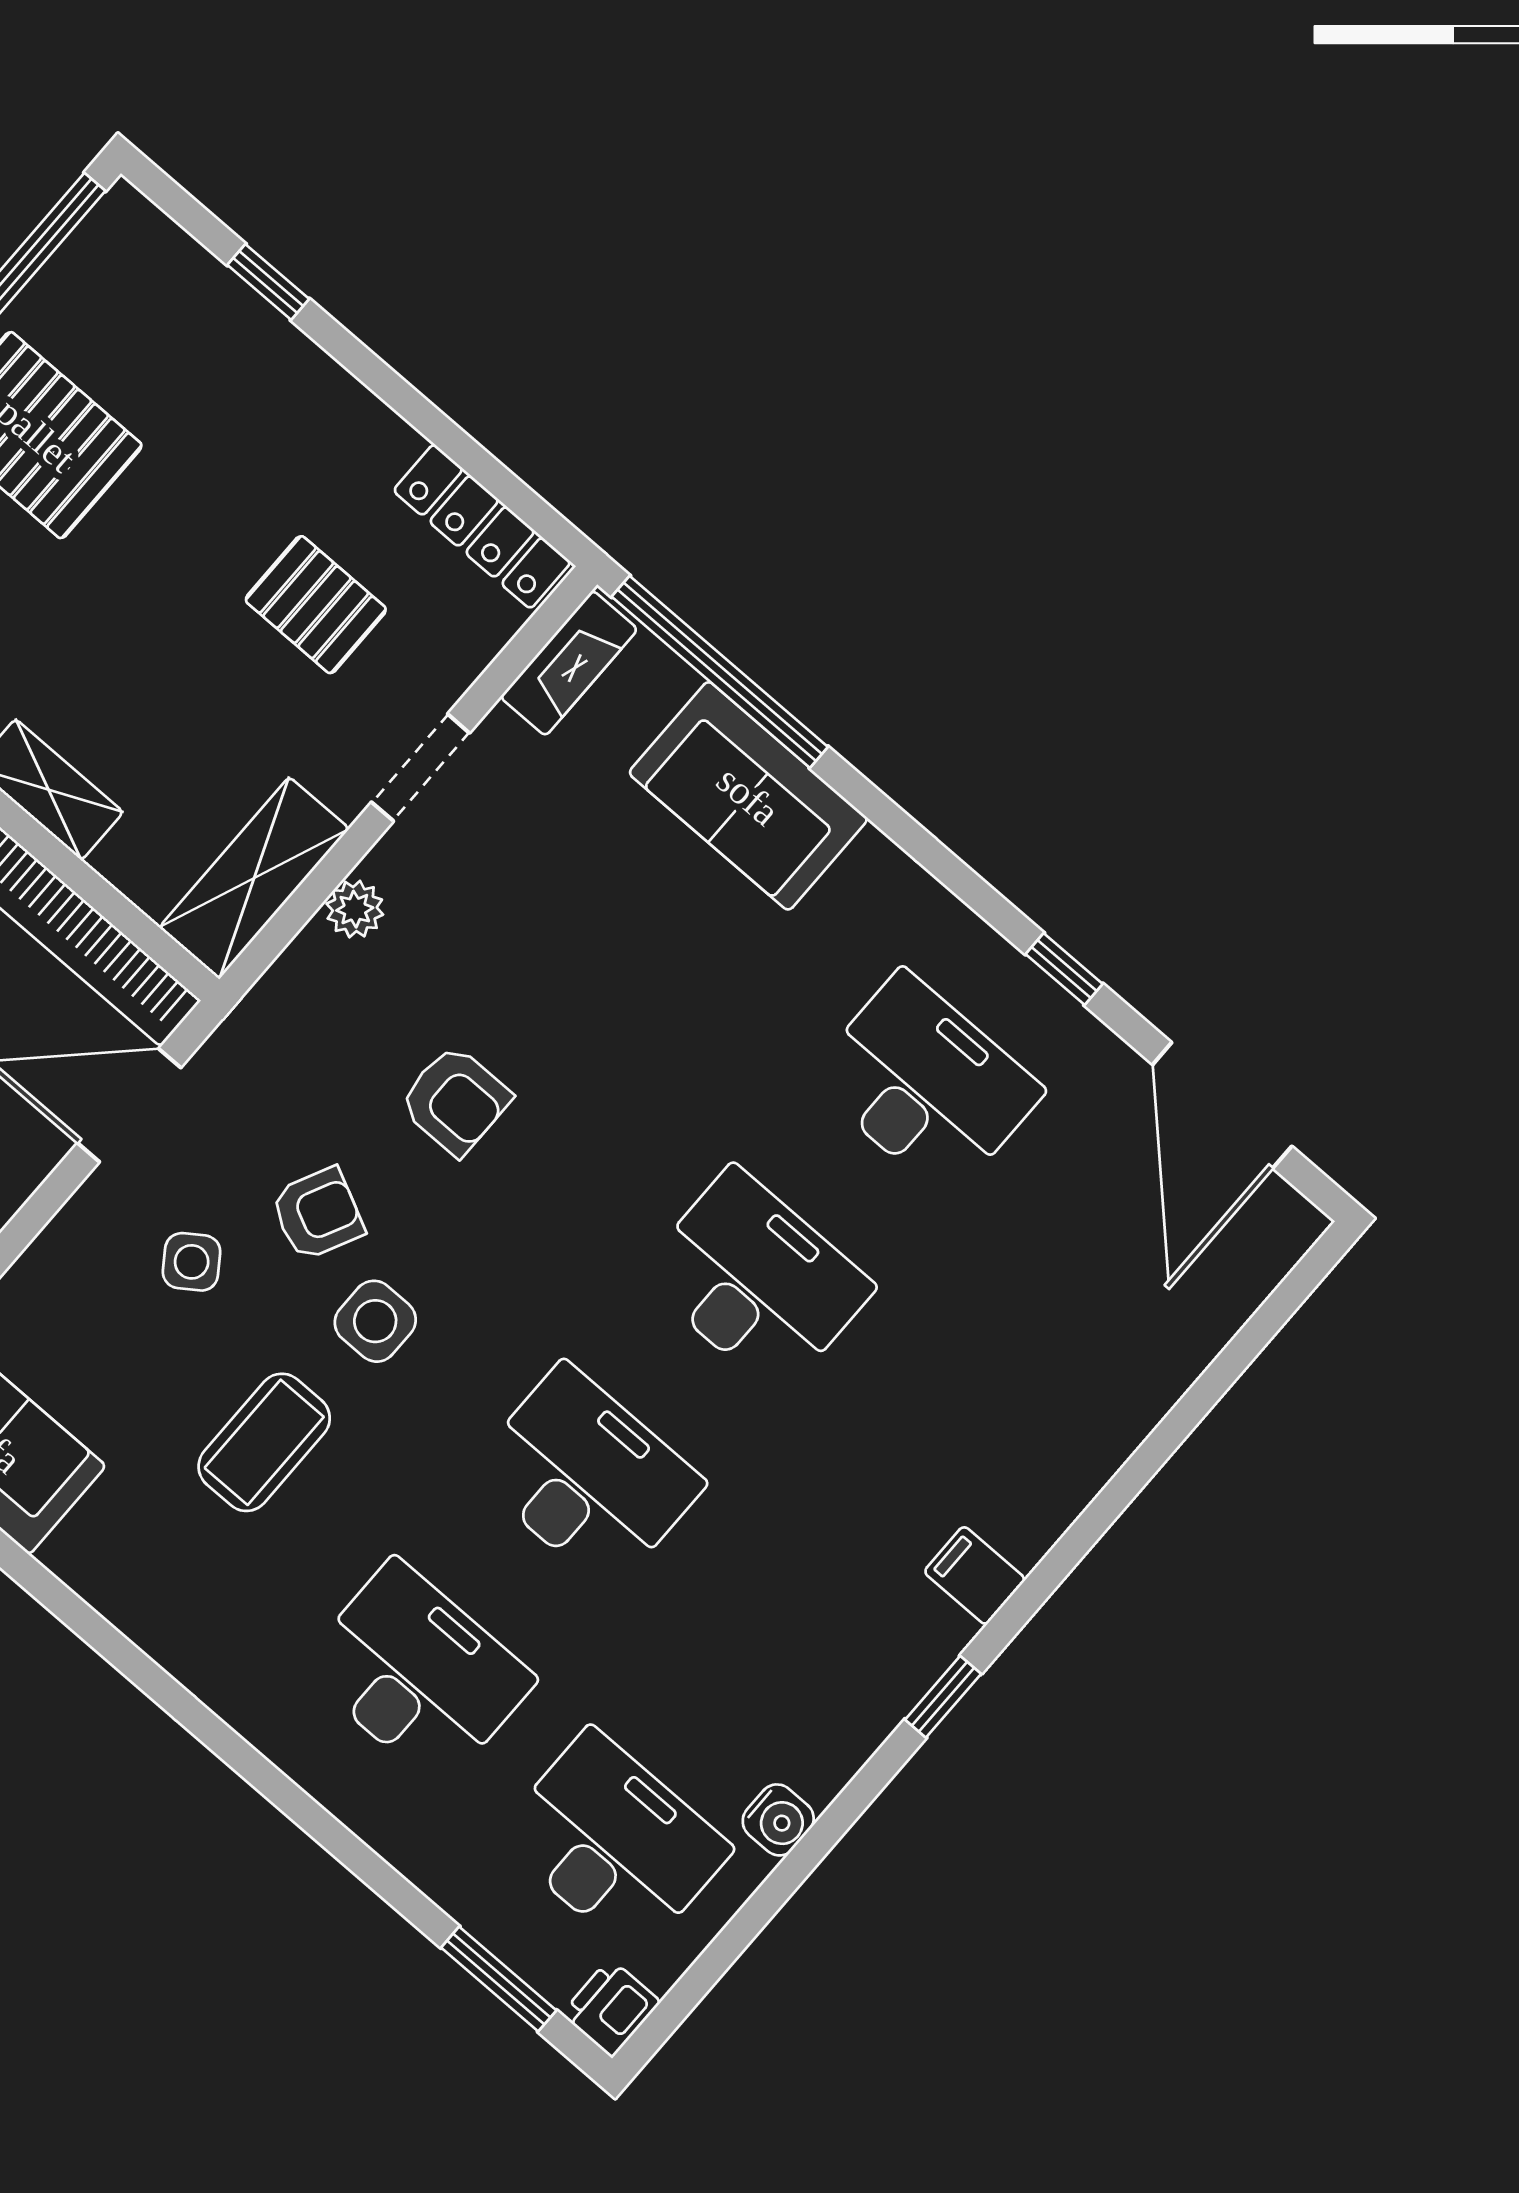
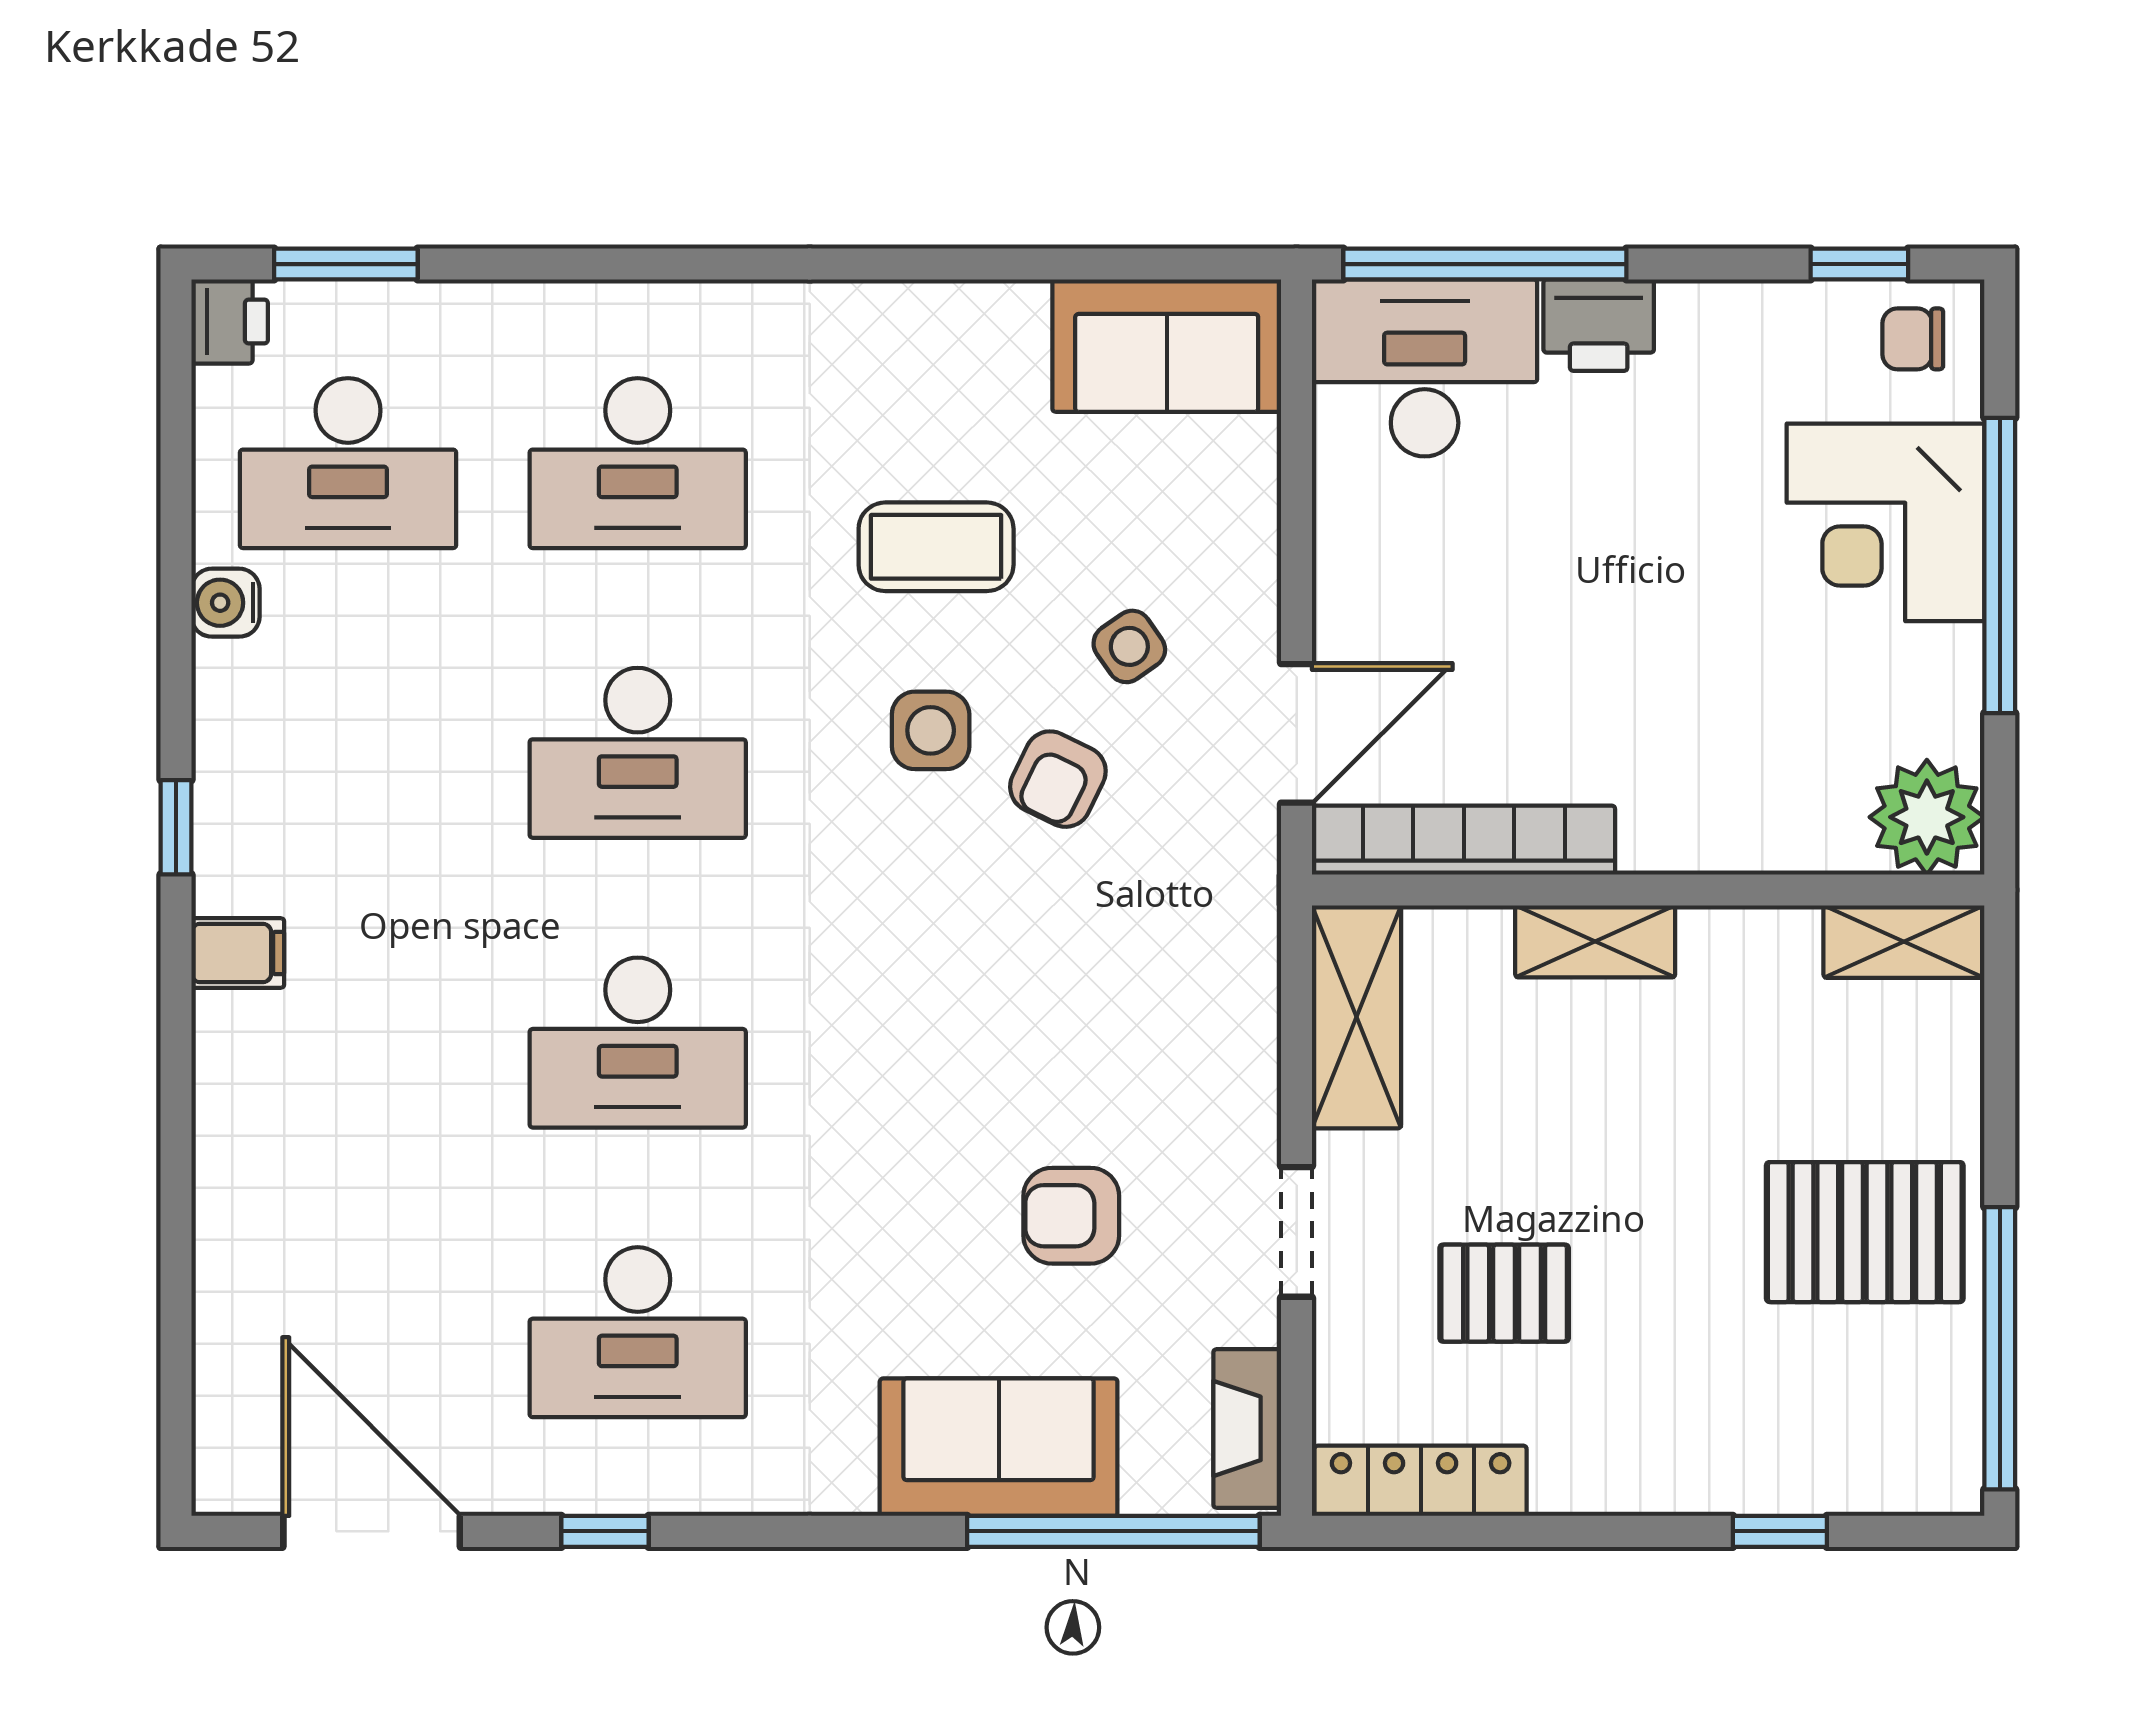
plant: (355, 909) -> (1249, 1064), removed
armchair: (455, 1100) -> (1071, 1216), moved
coffee table: (264, 1442) -> (936, 547), turned 90

